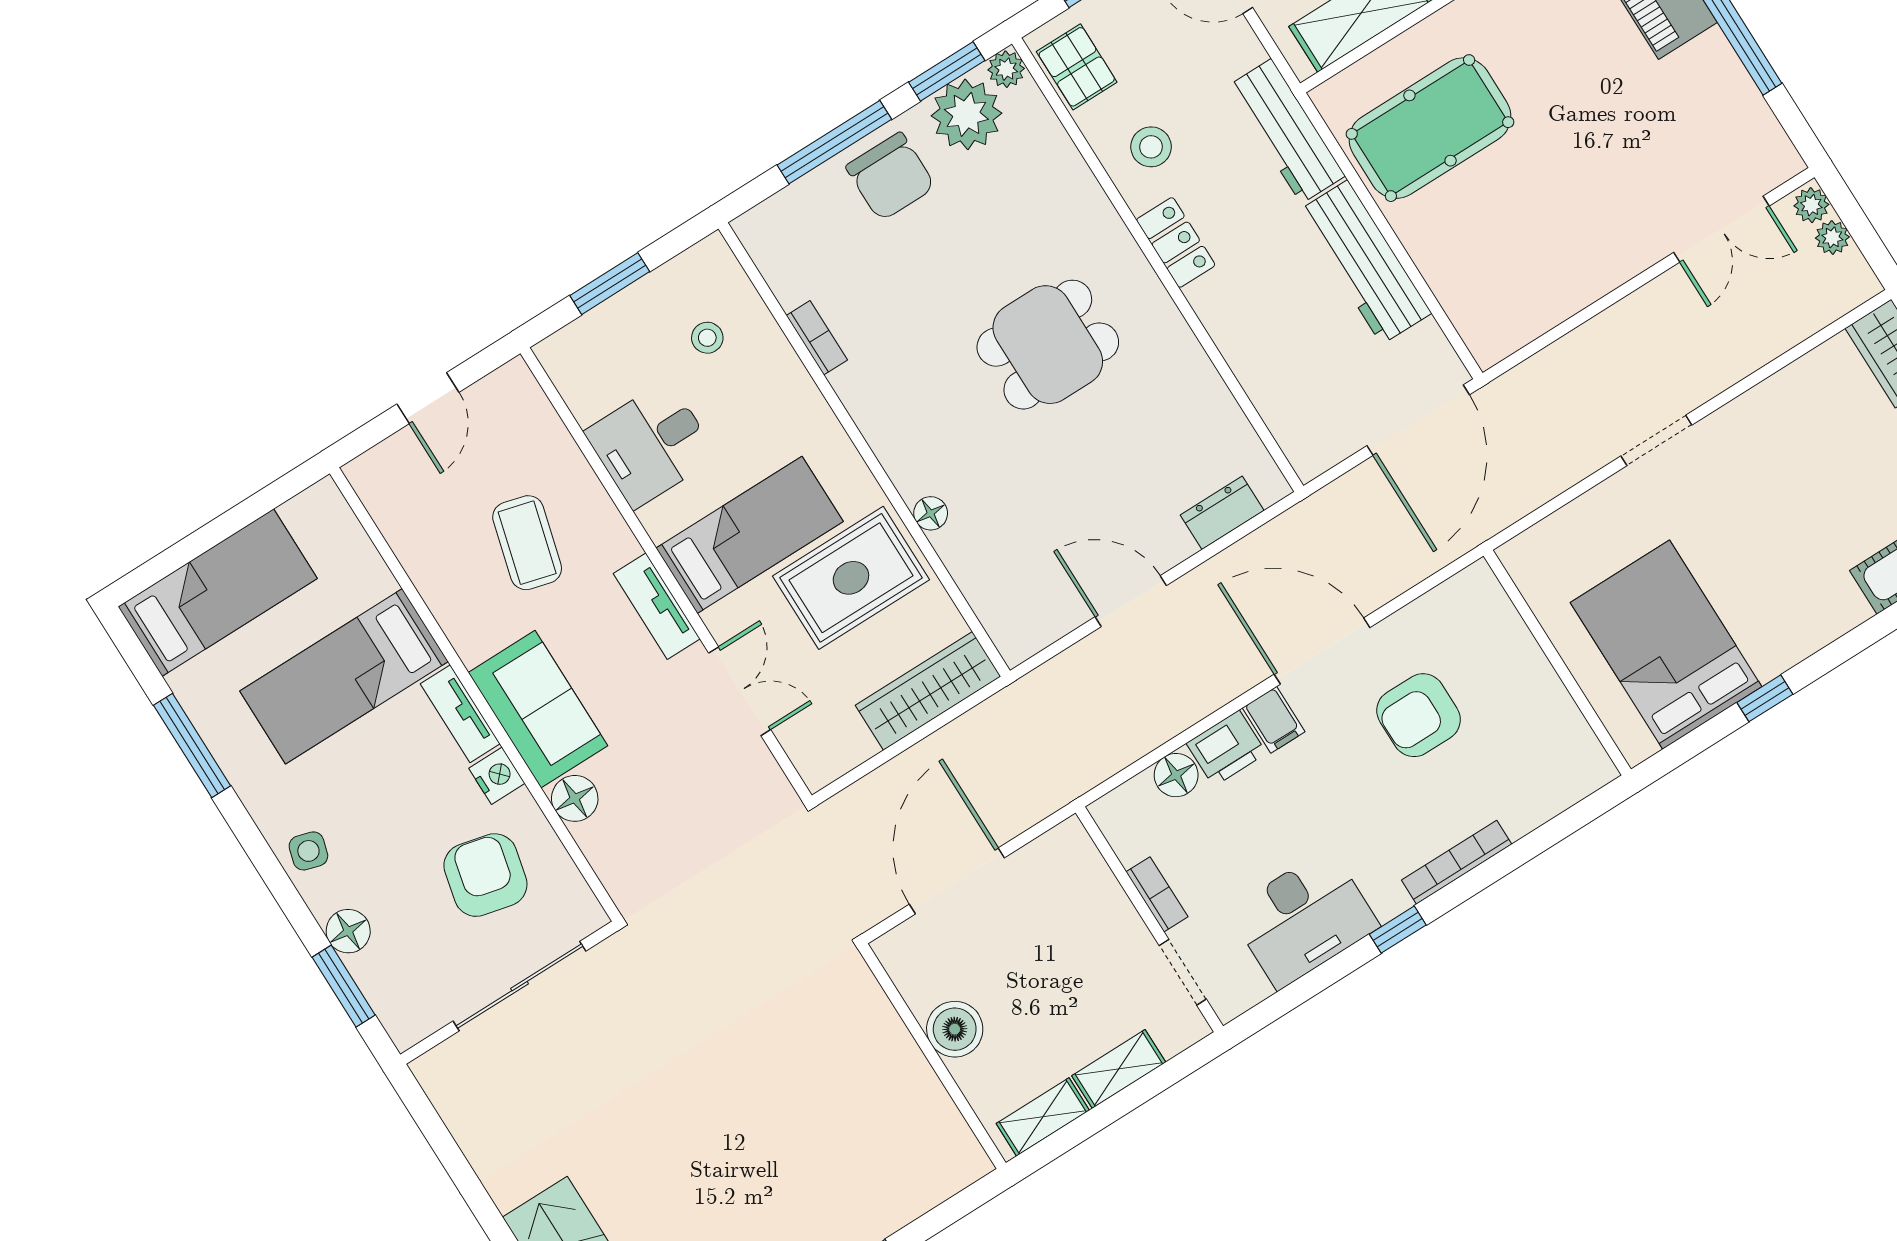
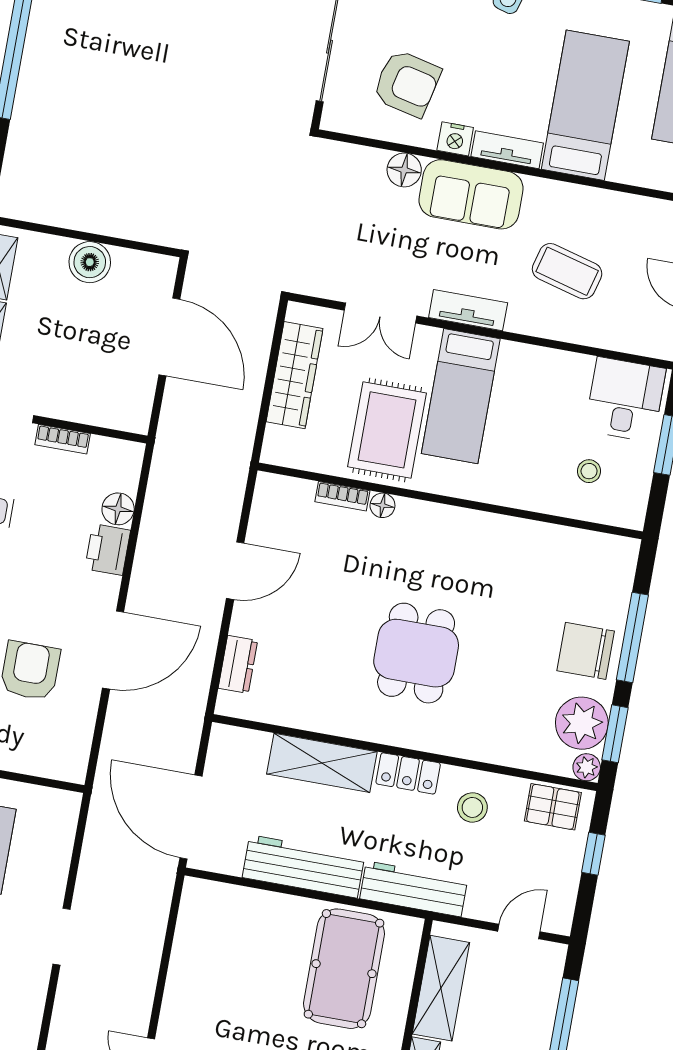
bookcase: (817, 338) -> (342, 496), moved
shelving: (1244, 338) -> (322, 763), added
desk: (651, 444) -> (625, 399), moved
wardrobe: (928, 691) -> (294, 375), moved
filing cabinet: (1274, 720) -> (100, 590), removed

